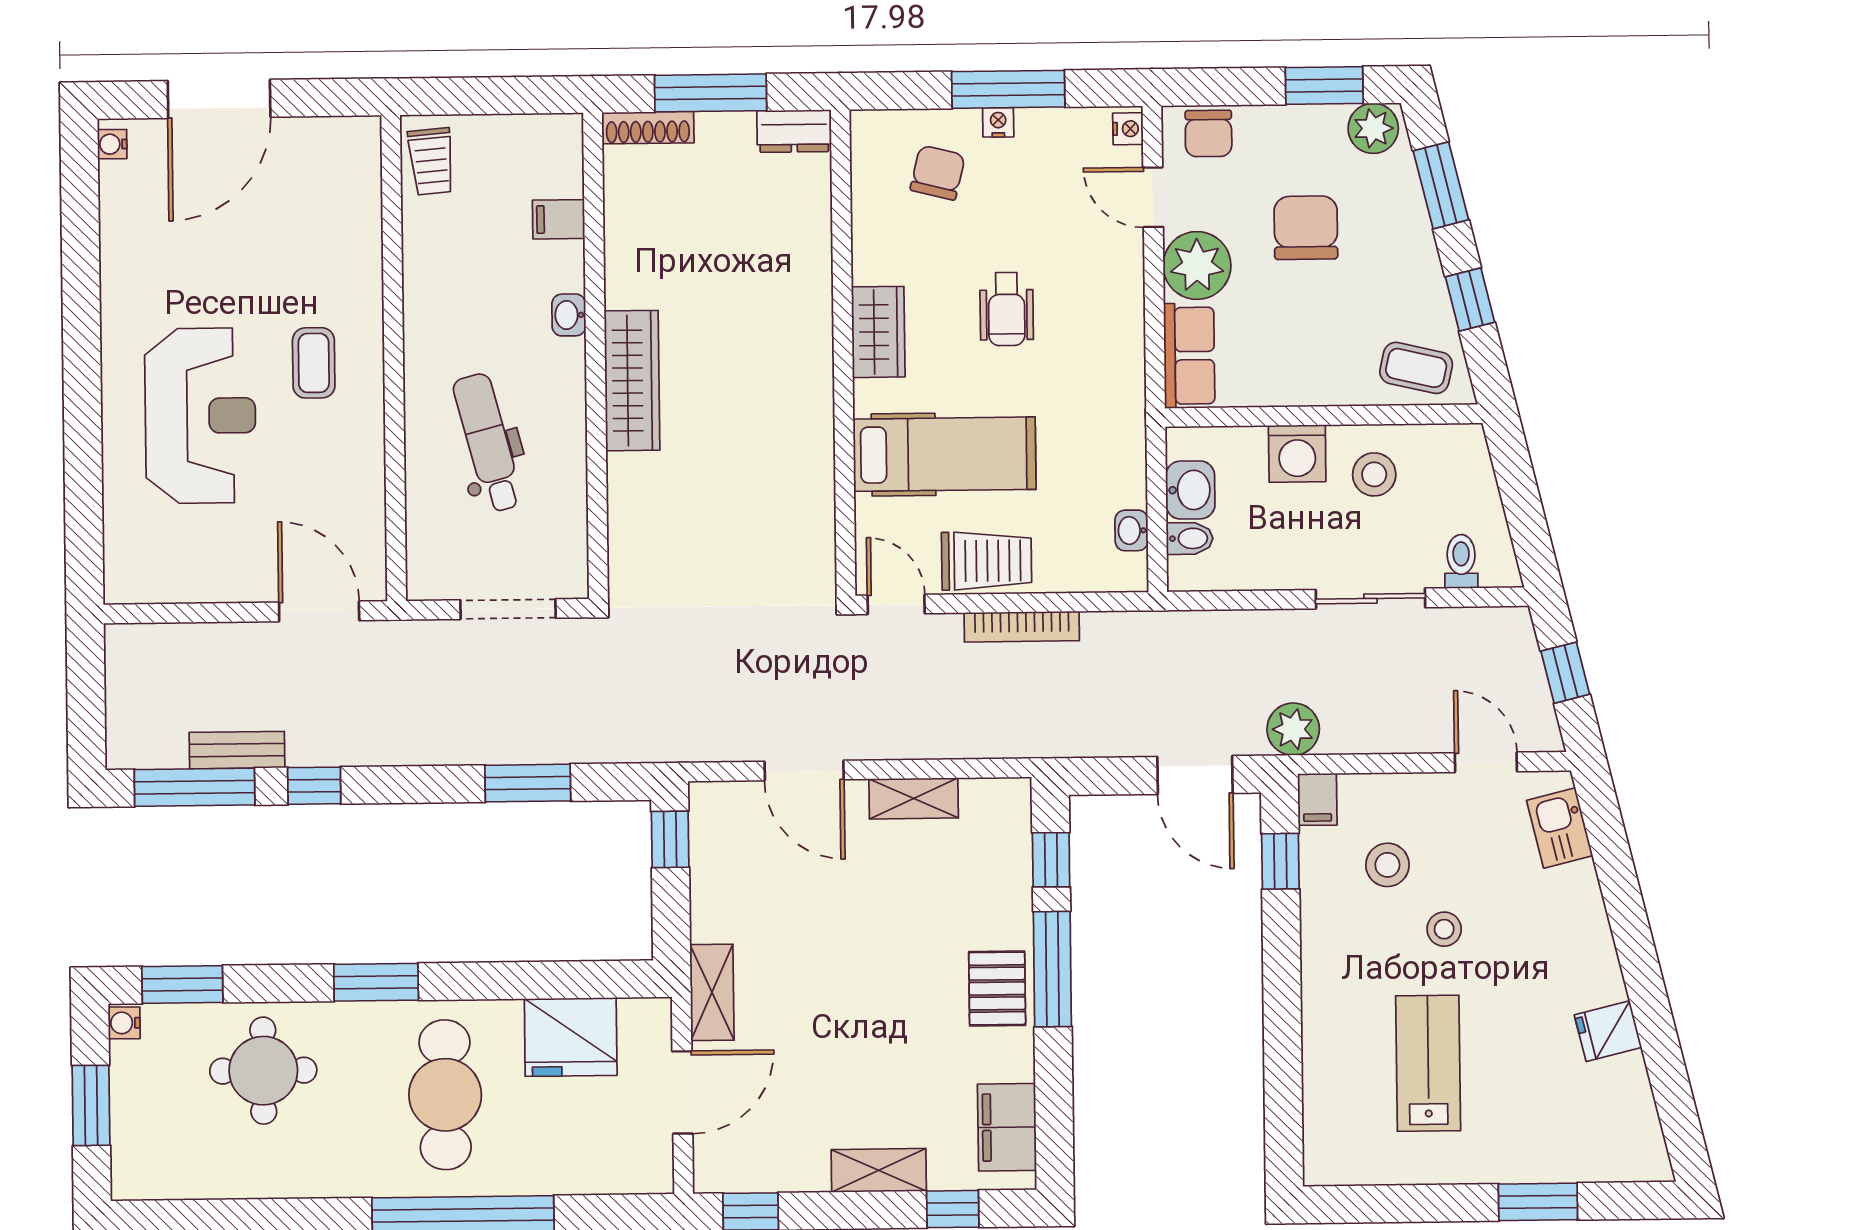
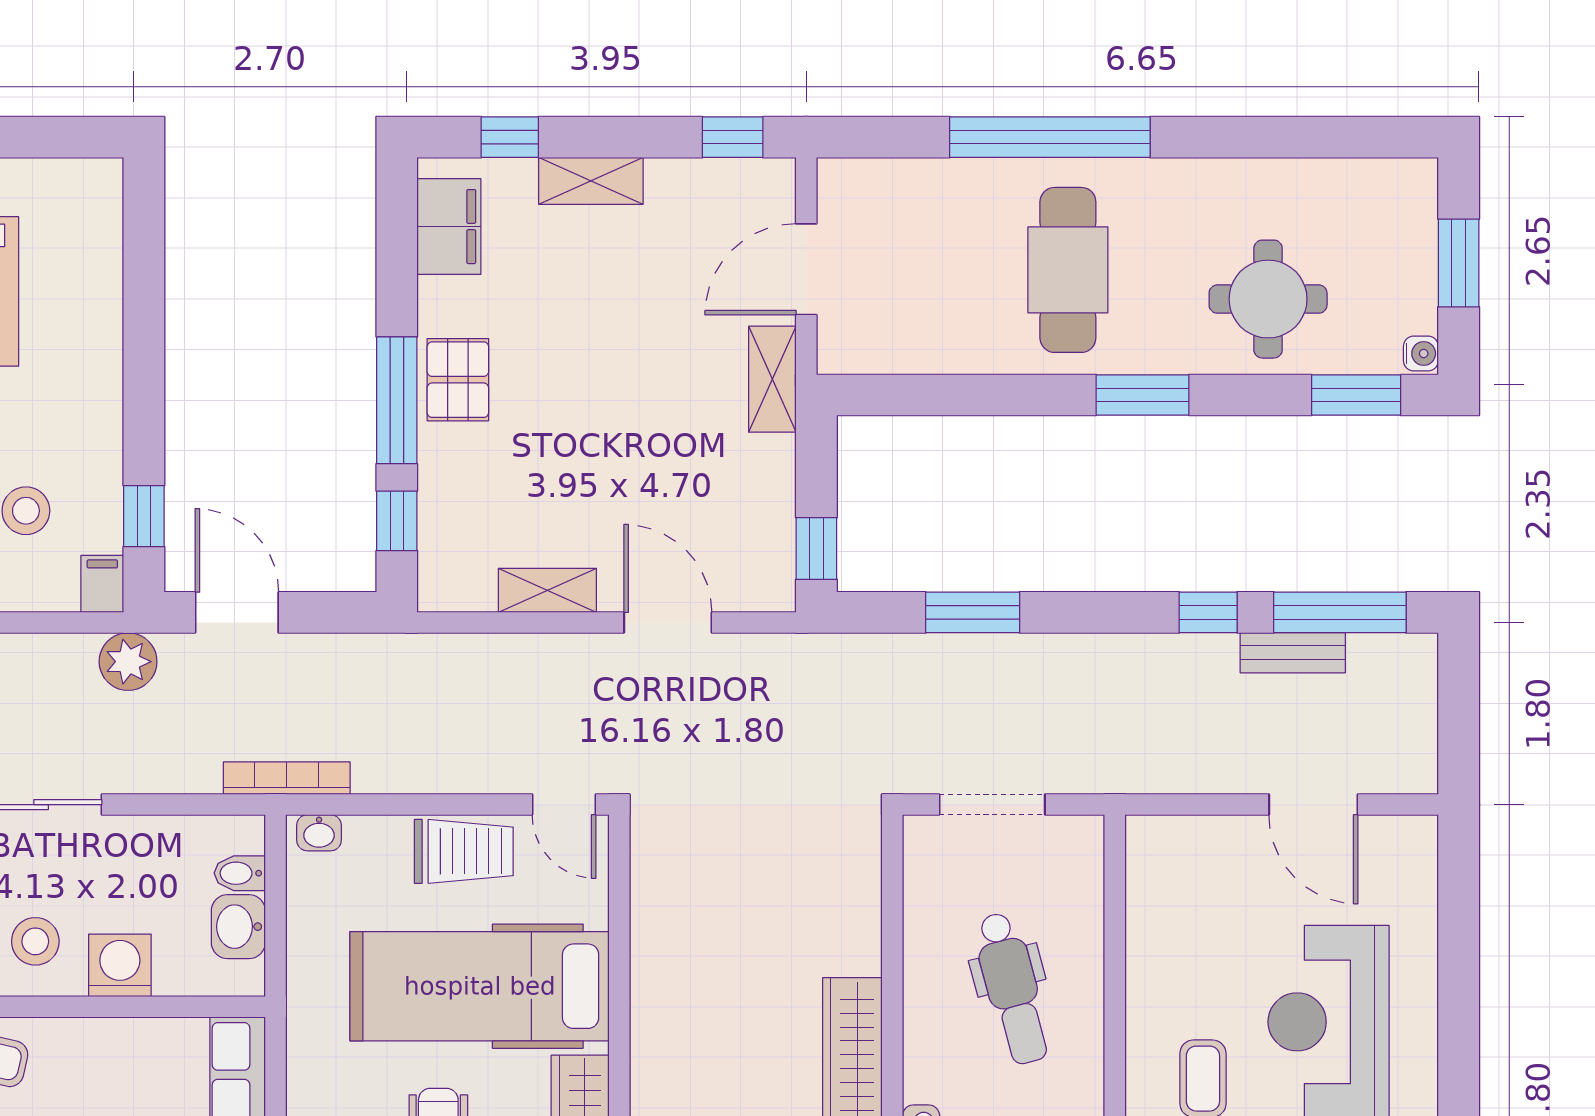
hospital bed: (945, 454) -> (480, 986), width x1.37, depth x1.29
washbasin: (1132, 530) -> (319, 833), moved, turned 90
trolley: (987, 561) -> (464, 851), turned 180
door: (319, 611) -> (1313, 805), moved
bookcase: (1022, 627) -> (287, 778), moved
fridge: (571, 1037) -> (929, 332), removed

